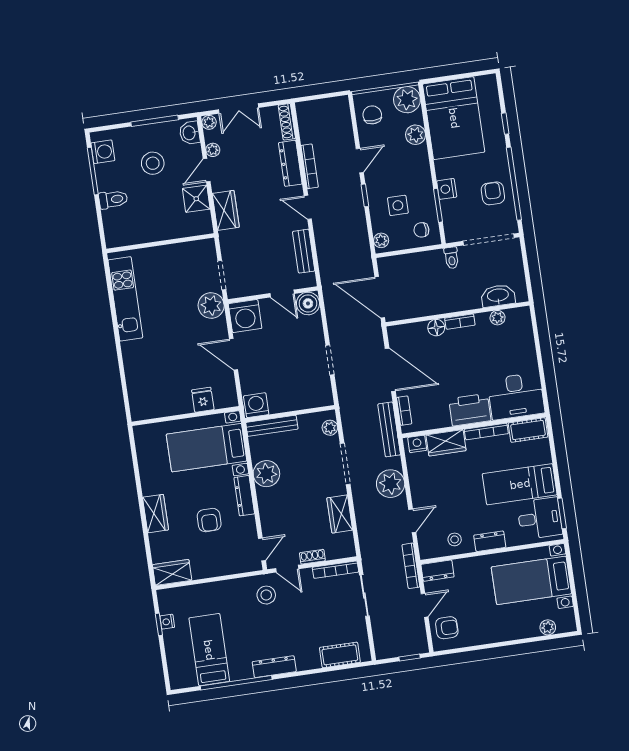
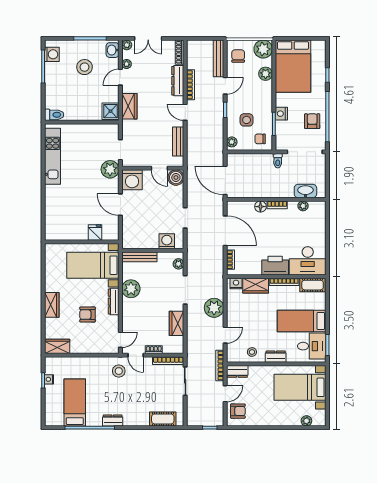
toilet: (113, 199) -> (54, 115), moved
shower: (196, 199) -> (110, 111), moved
washing machine: (256, 405) -> (167, 241), moved
bench: (389, 429) -> (218, 58), moved
armchair: (209, 520) -> (87, 315), turned 90
dresser: (274, 667) -> (113, 420), width x0.70

